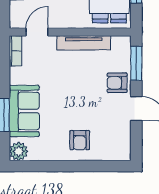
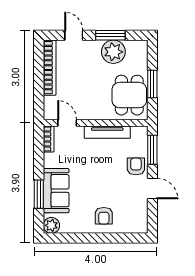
door: (37, 32) -> (67, 123), hinge flipped
armchair: (117, 83) -> (136, 166), turned 90

